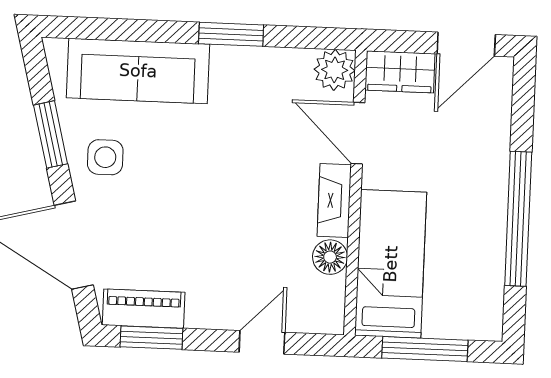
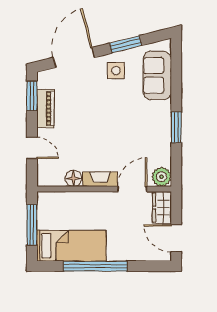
sofa: (138, 71) -> (157, 75), width x0.73
bed: (391, 264) -> (71, 246), moved
piano: (144, 309) -> (45, 109), moved

